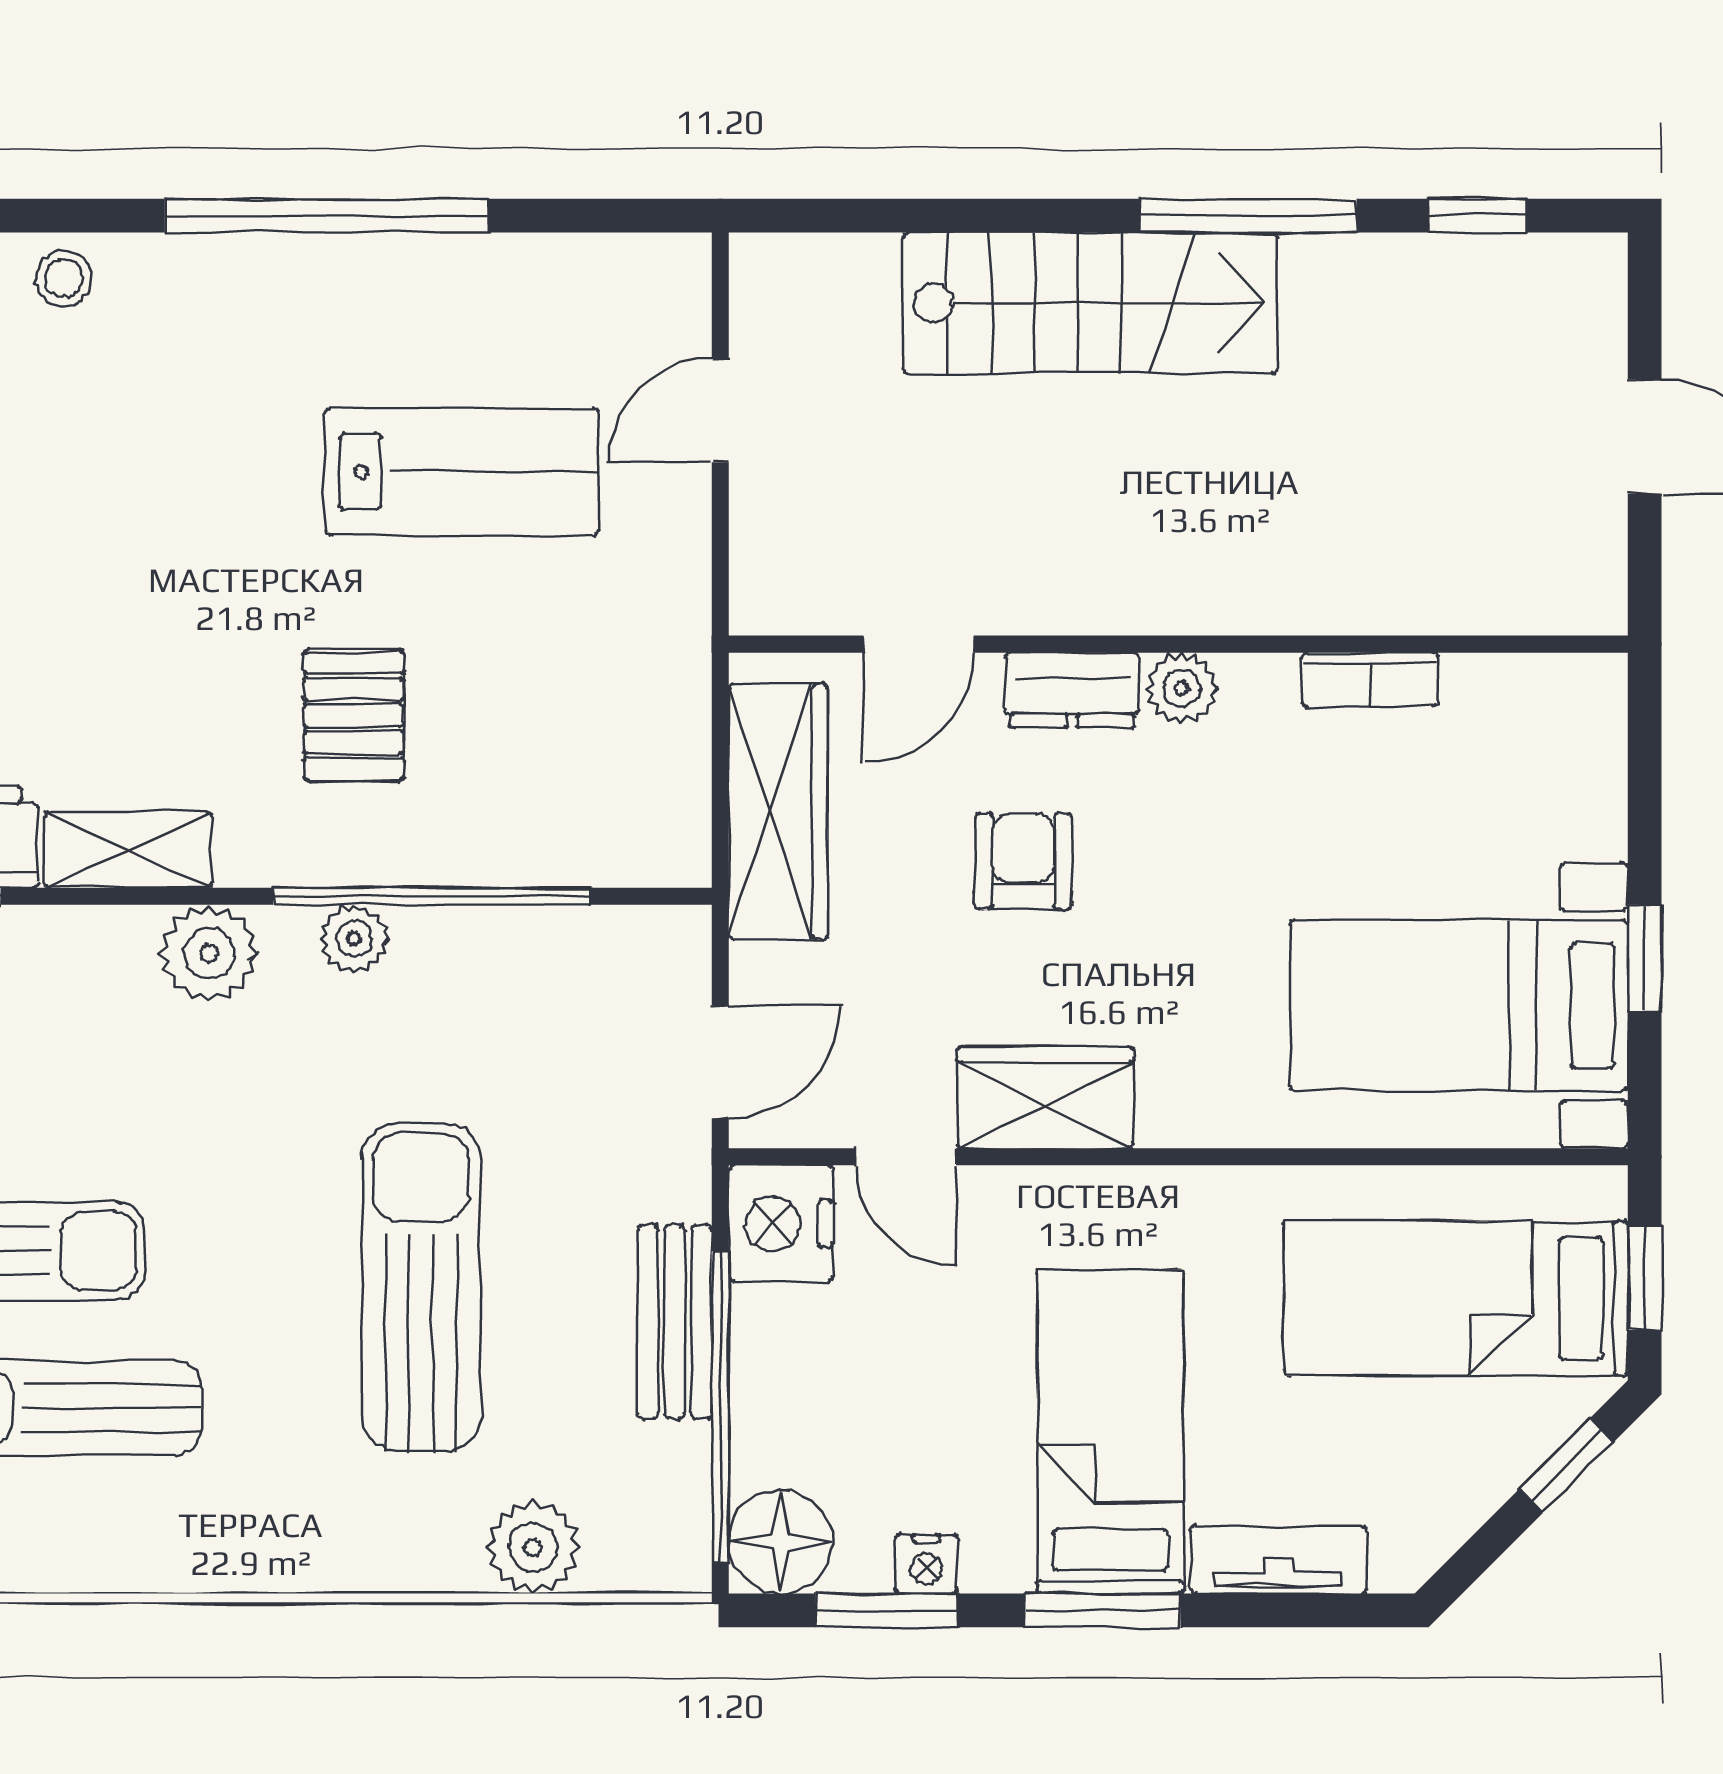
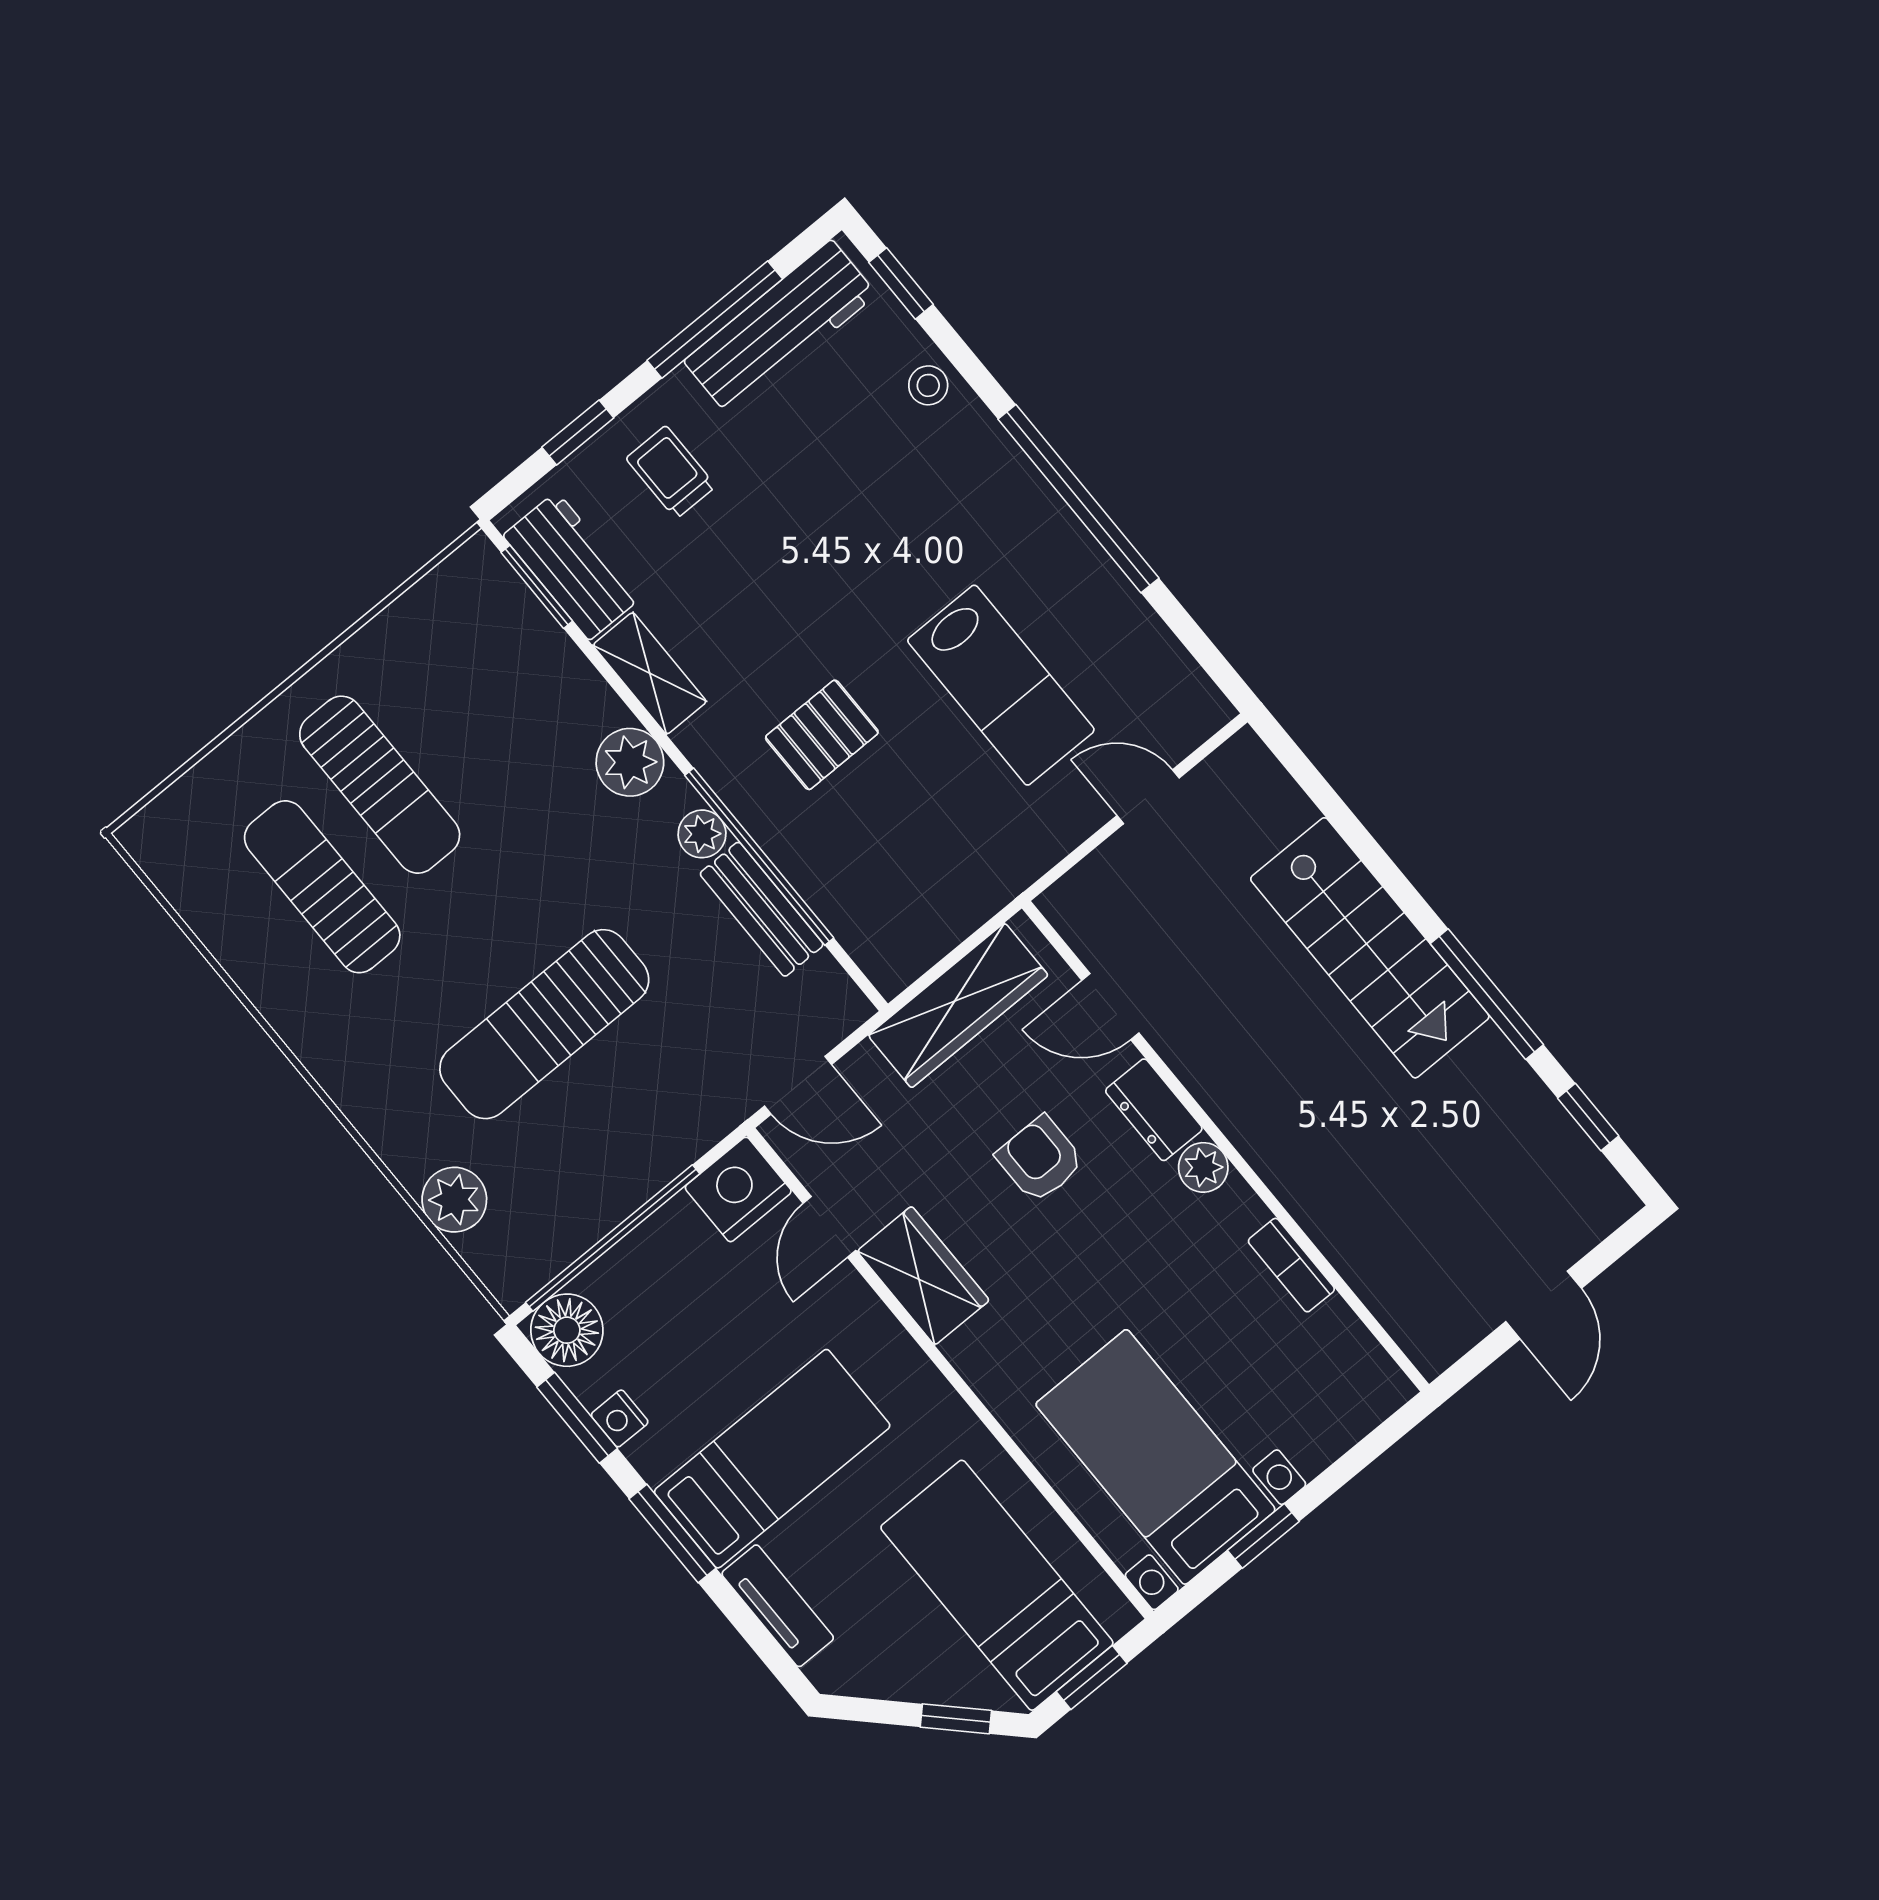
armchair: (1023, 861) -> (1040, 1159), turned -90
sun lounger: (421, 1287) -> (544, 1024), turned 180
bench: (675, 1322) -> (762, 909), moved, turned 90

